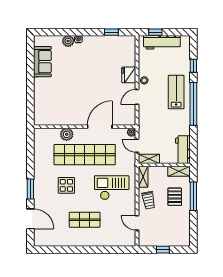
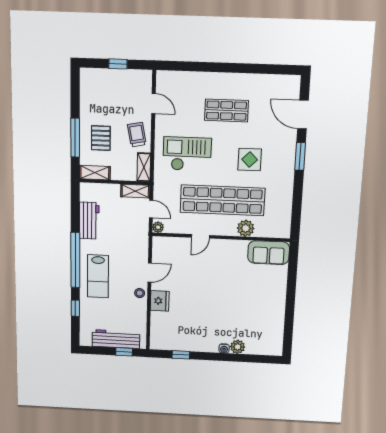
sofa: (42, 62) -> (269, 253), moved, turned -90
door: (100, 127) -> (200, 236), width x0.53
workbench: (183, 150) -> (89, 221), moved
checkout: (112, 188) -> (187, 154), turned 180

